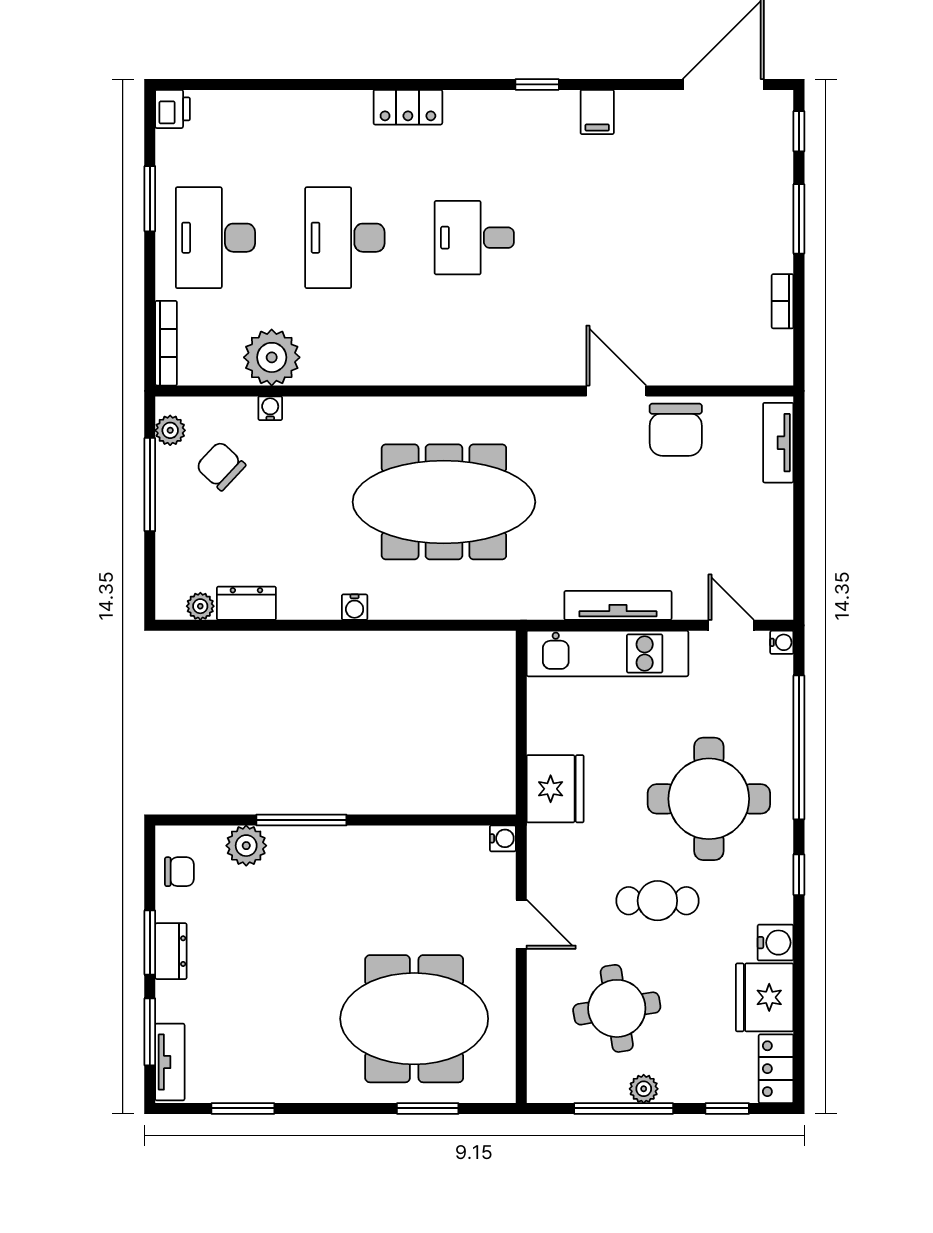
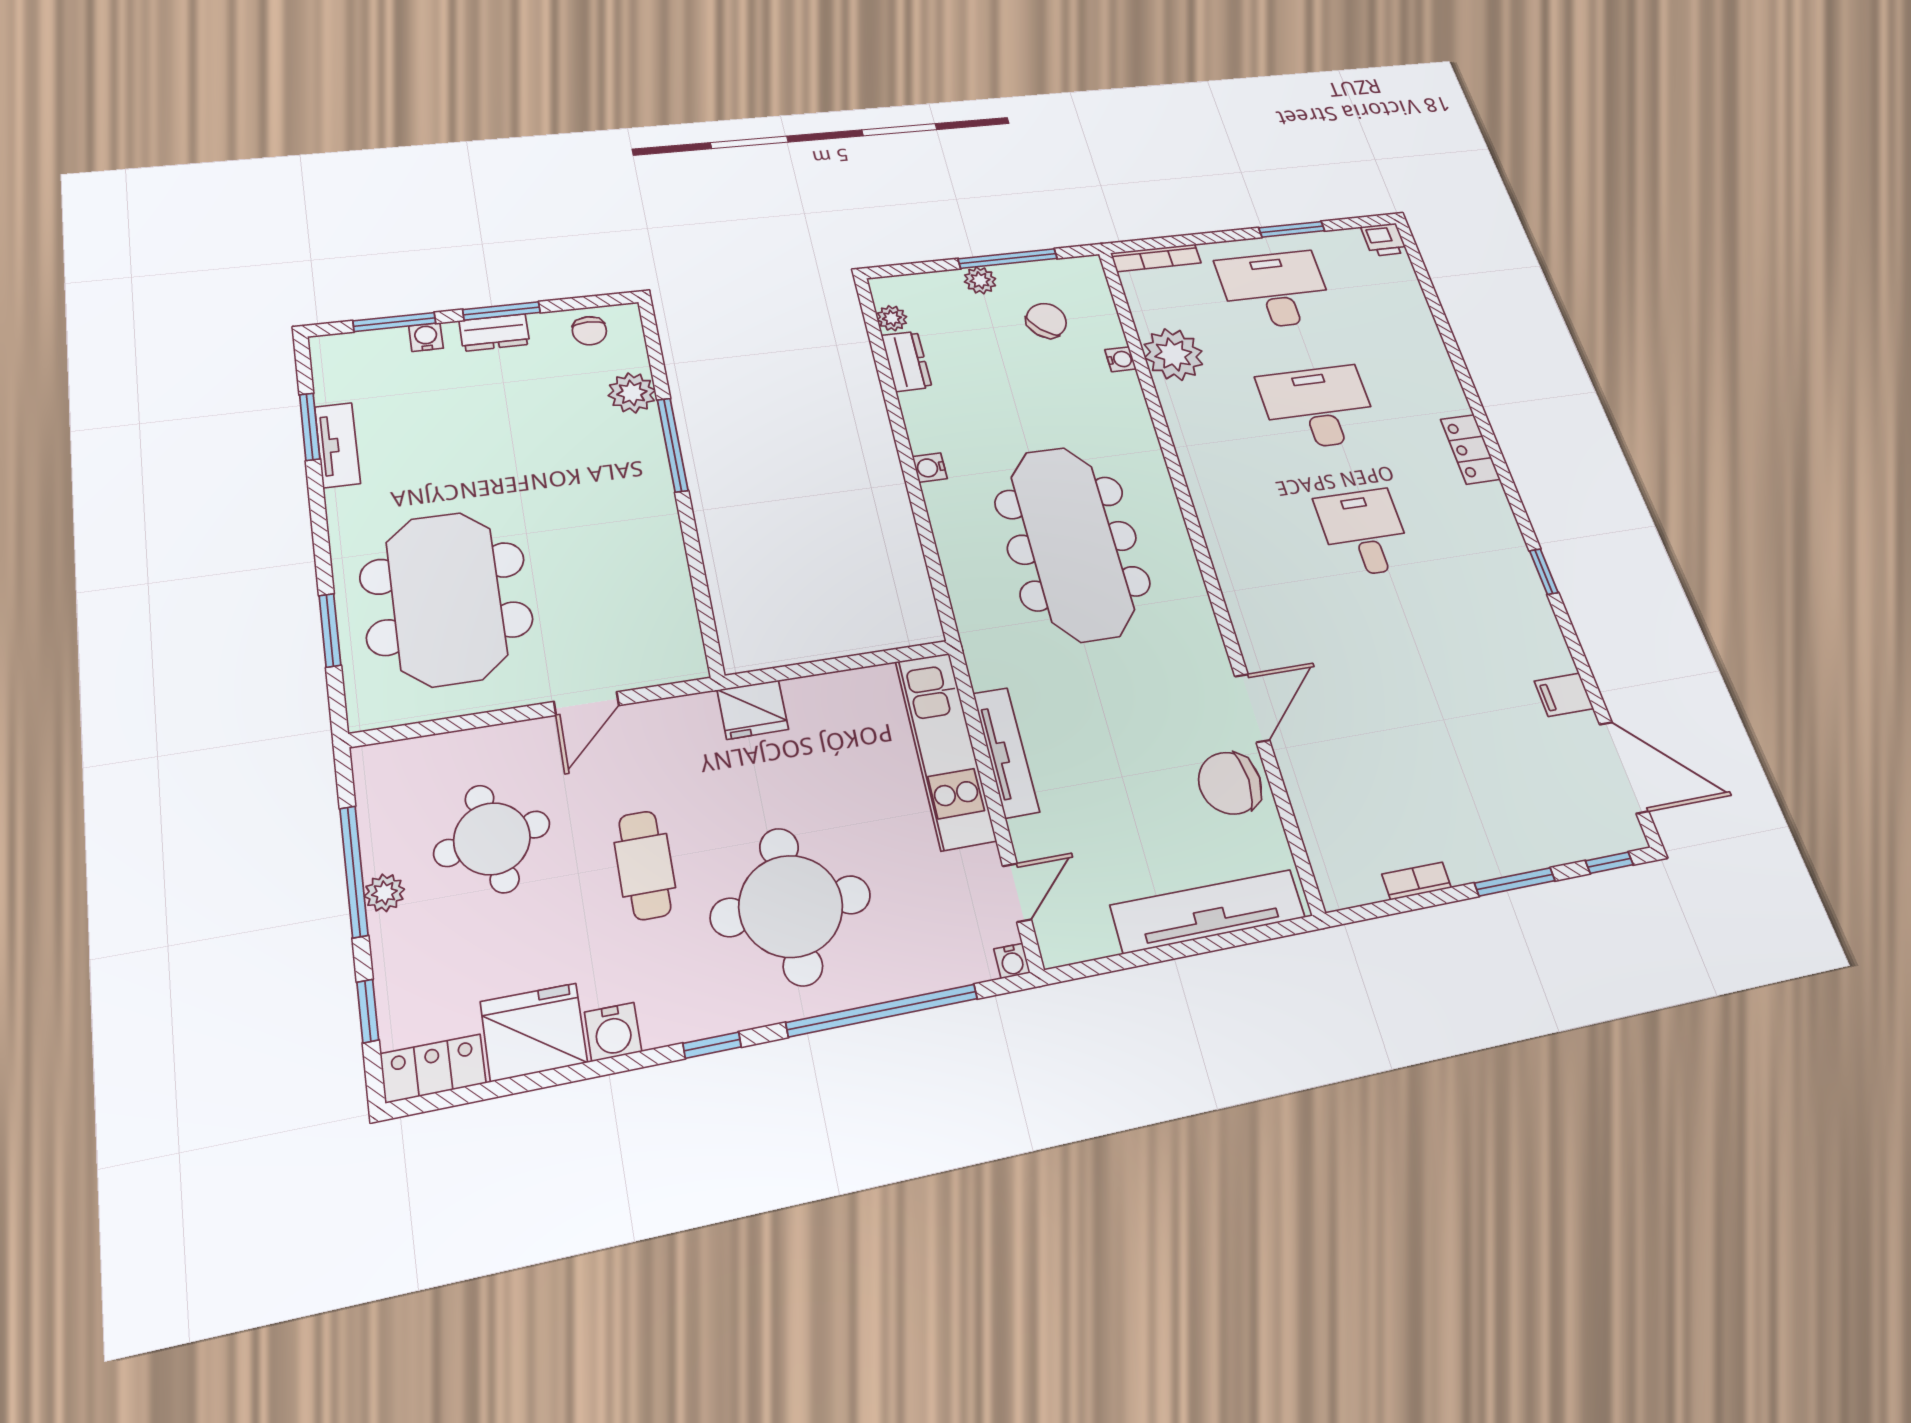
filing cabinet: (597, 112) -> (1564, 695), moved
plant: (170, 430) -> (980, 280), moved
tv unit: (778, 443) -> (1208, 911), width x1.92, depth x1.29
fridge: (555, 789) -> (753, 710), width x0.73, depth x0.75
water cooler: (503, 838) -> (426, 337), moved, turned 180
tv unit: (170, 1062) -> (337, 445), moved, turned -90

